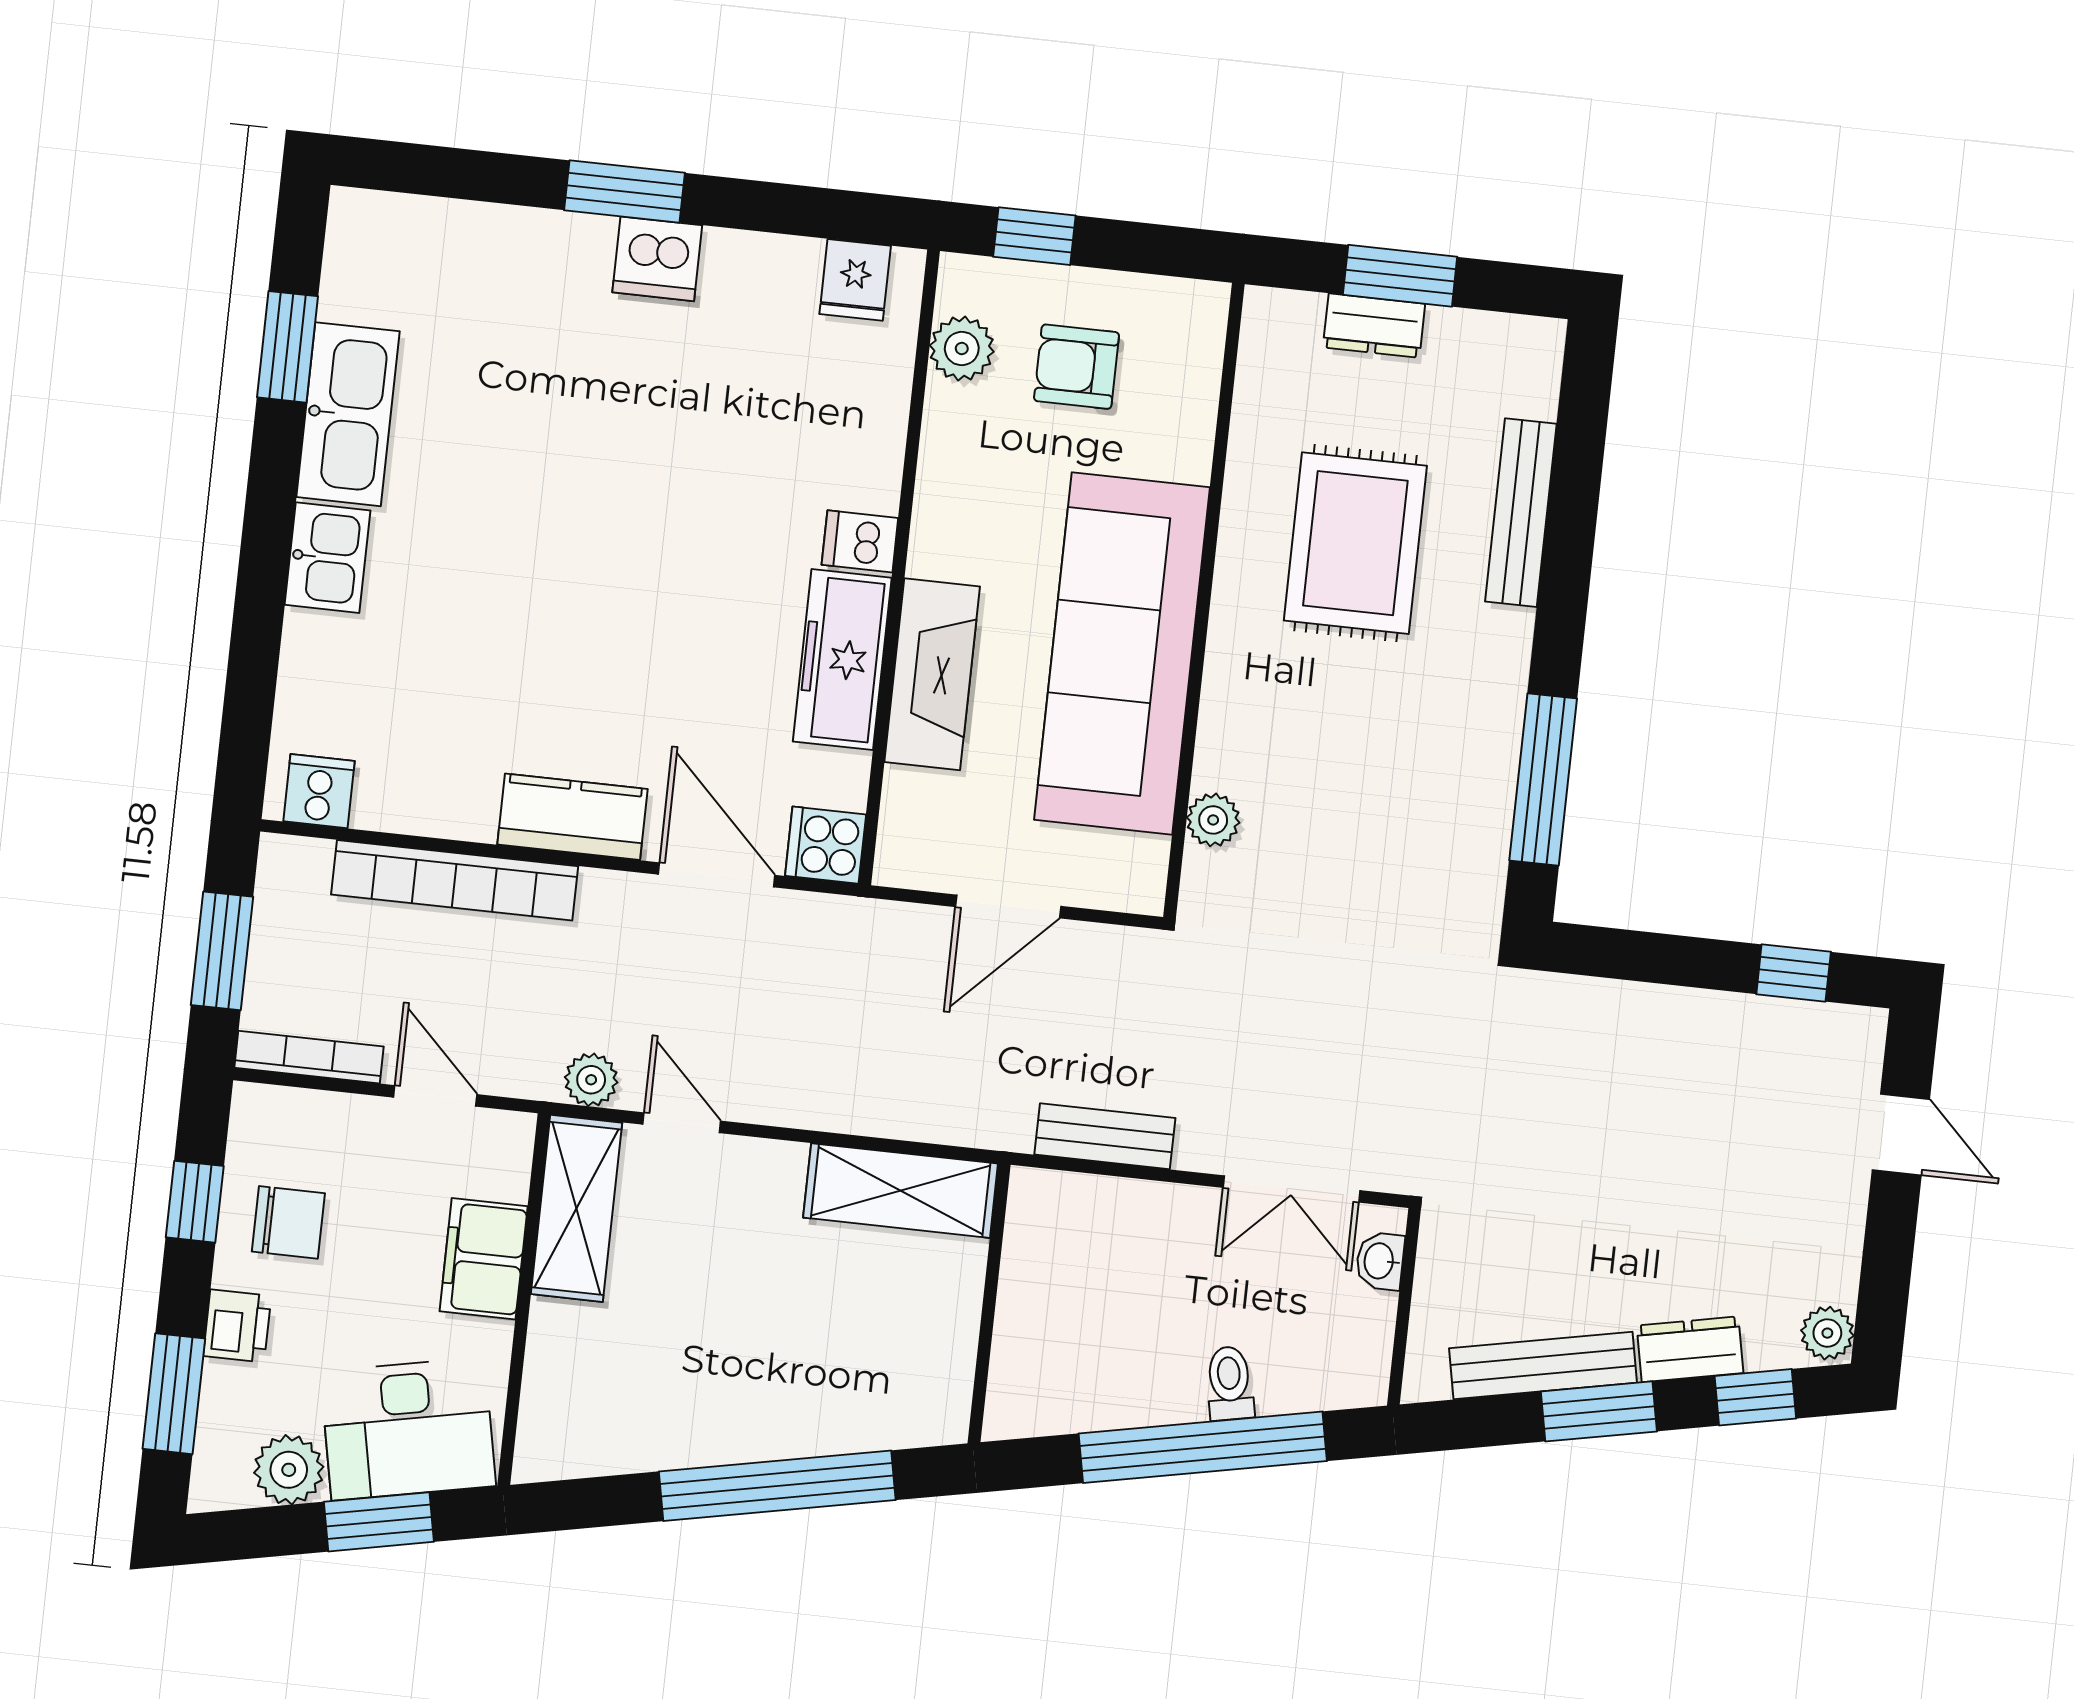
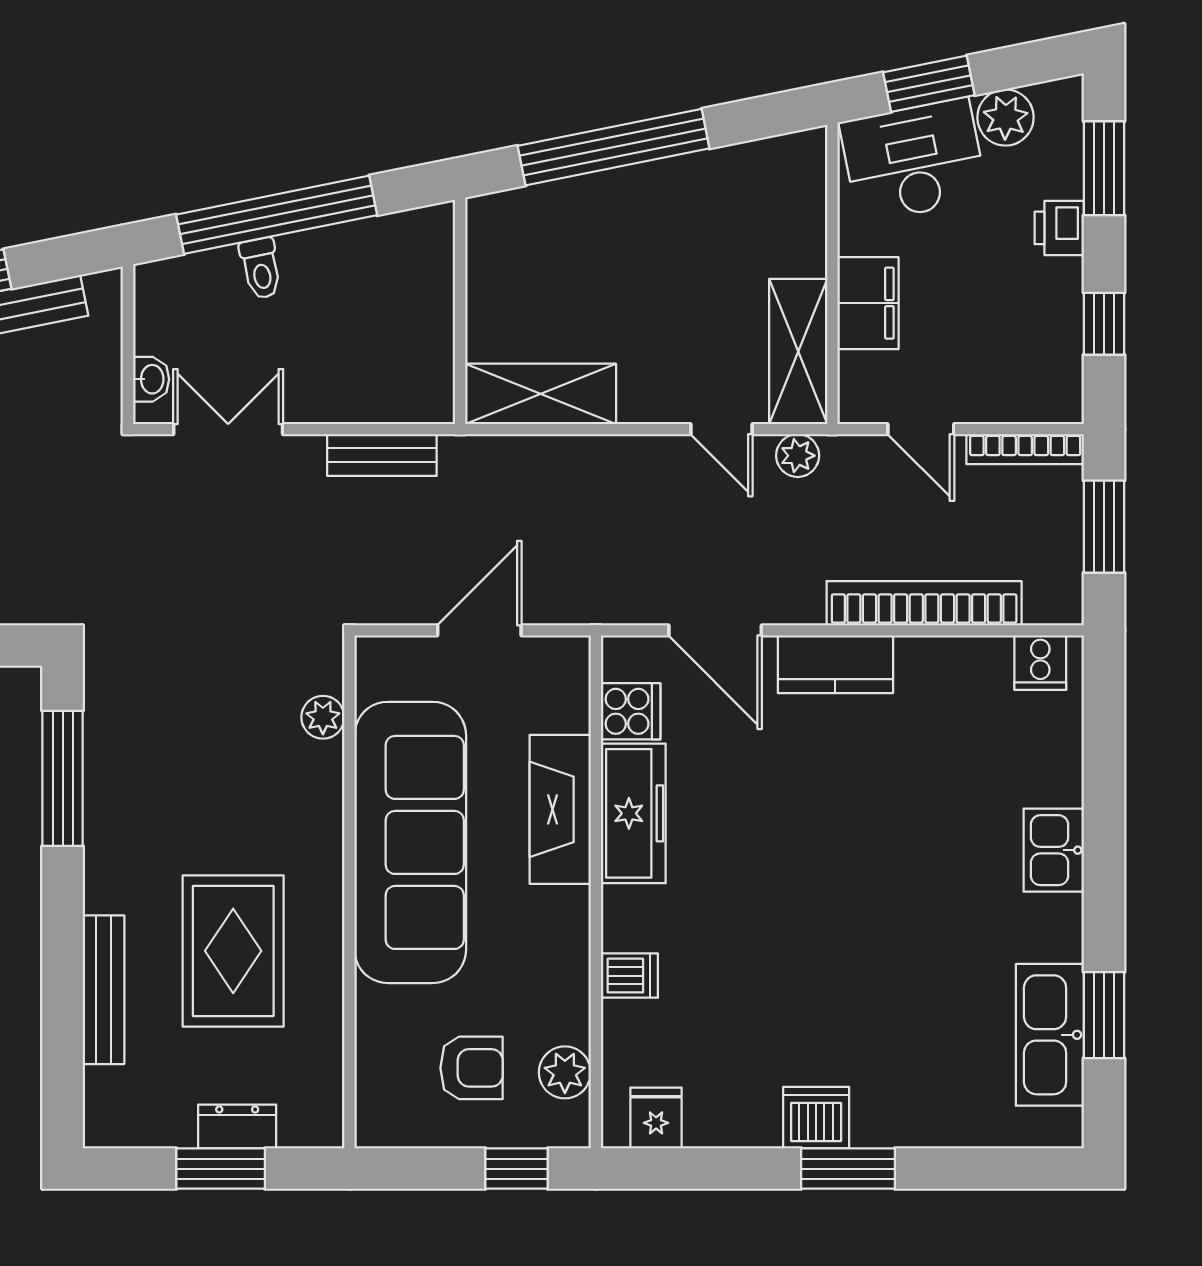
kitchen sink: (348, 414) -> (1050, 1035), moved
dishwasher: (860, 541) -> (629, 976), moved
cooker: (826, 845) -> (631, 711), moved
chair: (288, 1222) -> (1027, 315), removed

